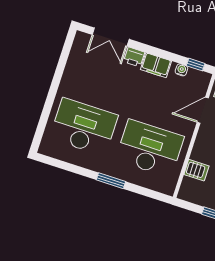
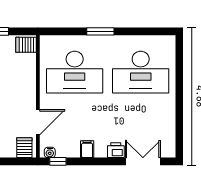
filing cabinet: (156, 65) -> (87, 149), width x0.50
water cooler: (181, 70) -> (50, 152), moved
server rack: (196, 170) -> (26, 45), moved

